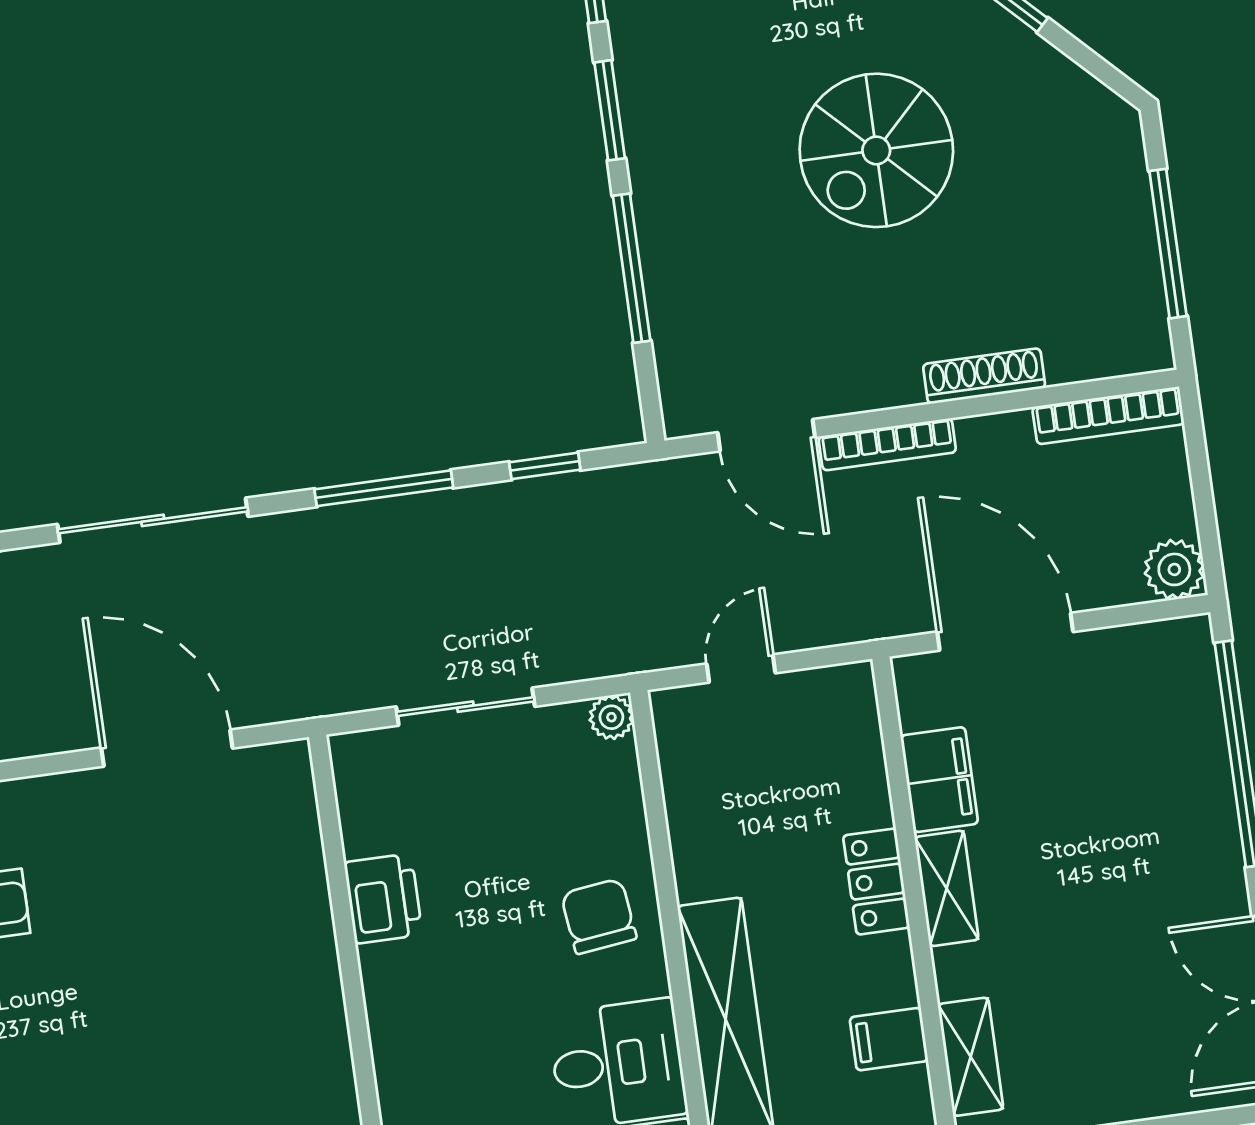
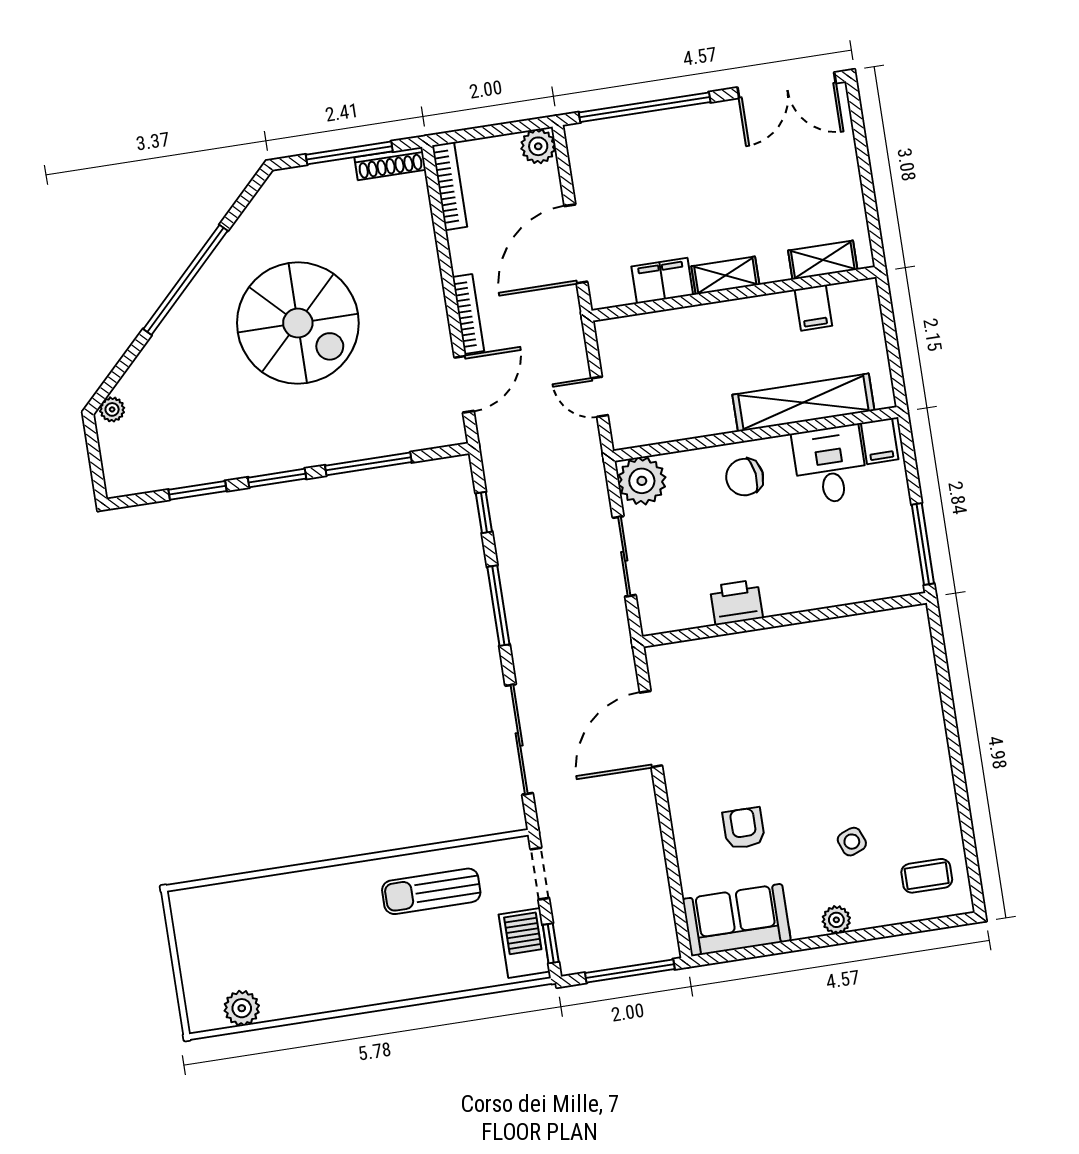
spiral stairs: (876, 150) -> (298, 323), width x1.37, depth x1.37
shoe rack: (984, 376) -> (390, 163), moved, turned -90
plant: (611, 717) -> (642, 481), width x1.88, depth x1.88
locker: (876, 882) -> (722, 316), removed

